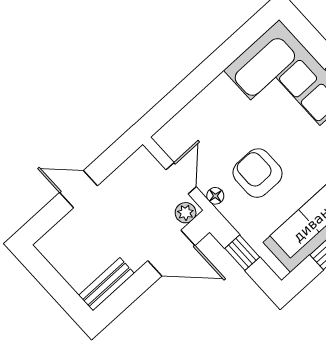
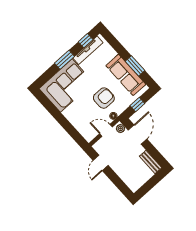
armchair: (258, 173) -> (104, 98), turned 180
door: (79, 189) -> (101, 163), moved

